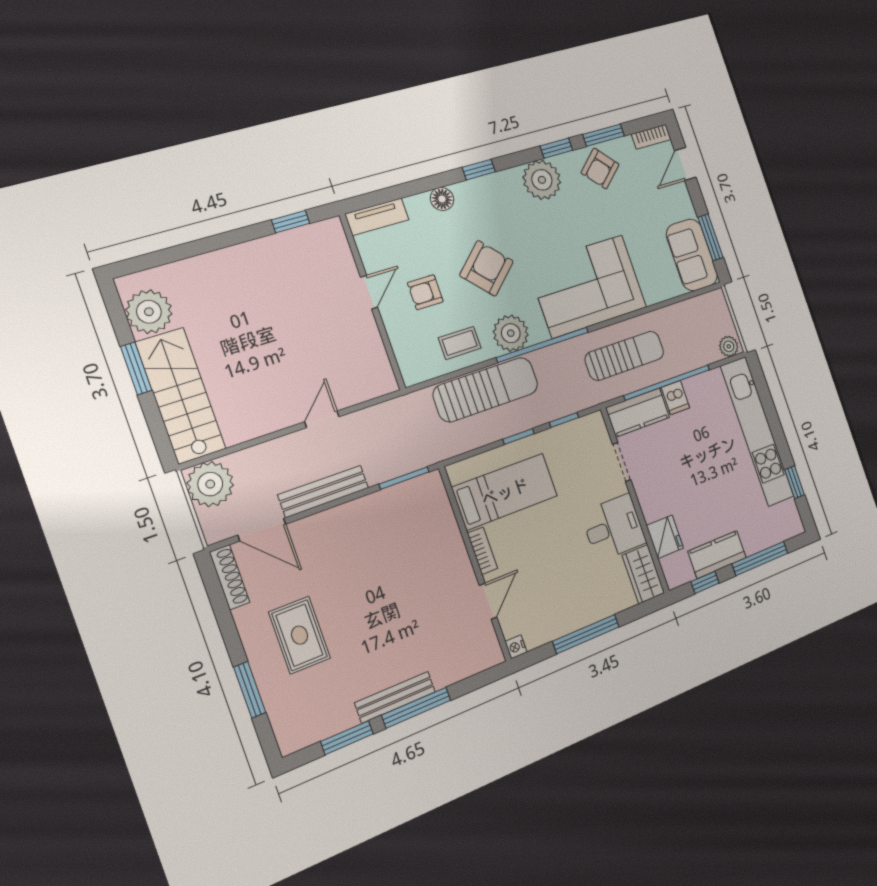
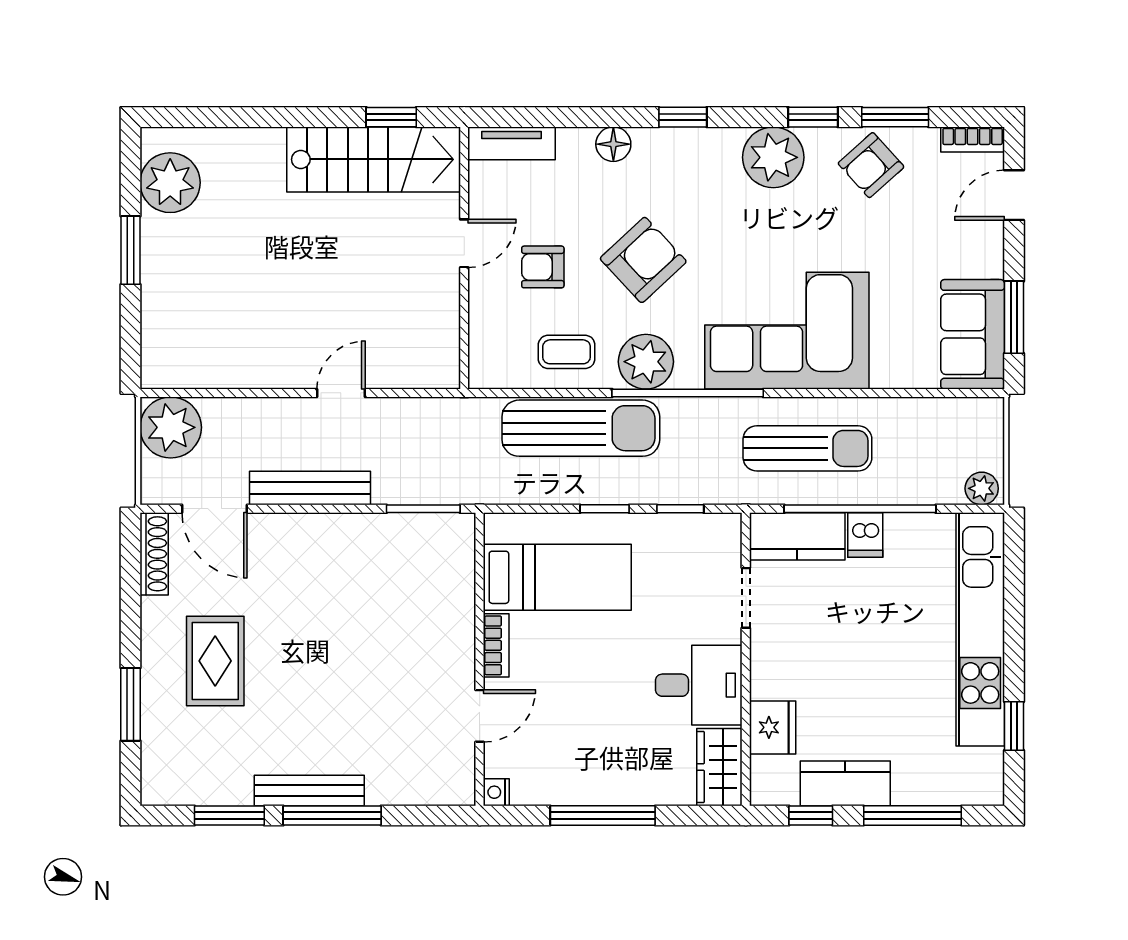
stairs: (181, 396) -> (374, 159), moved, turned 90

